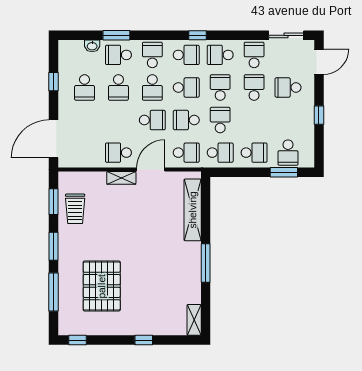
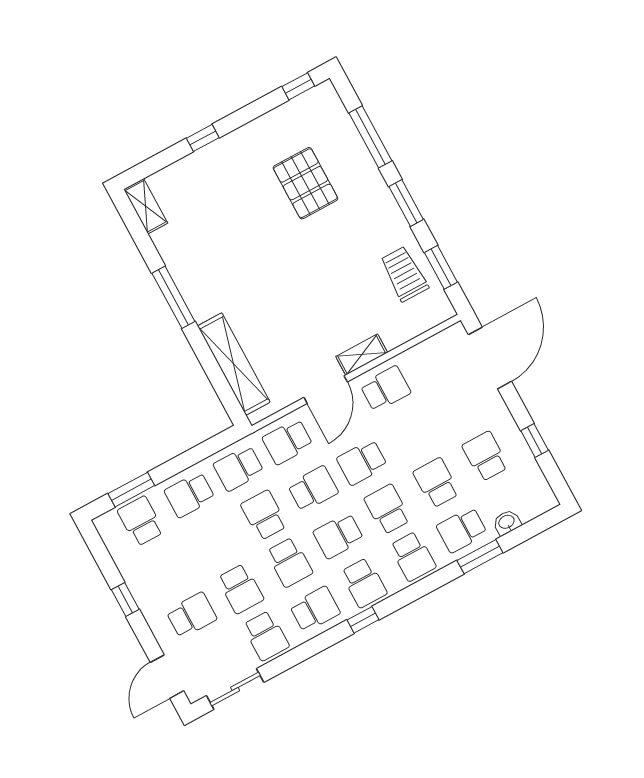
school desk: (118, 55) -> (462, 530), turned 180
school desk: (186, 55) -> (364, 583), turned -90
school desk: (220, 120) -> (264, 515), turned 180
pallet: (102, 286) -> (305, 183), width x0.73, depth x0.71

